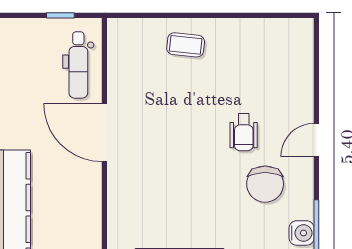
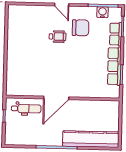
coffee table: (186, 45) -> (18, 61), removed

